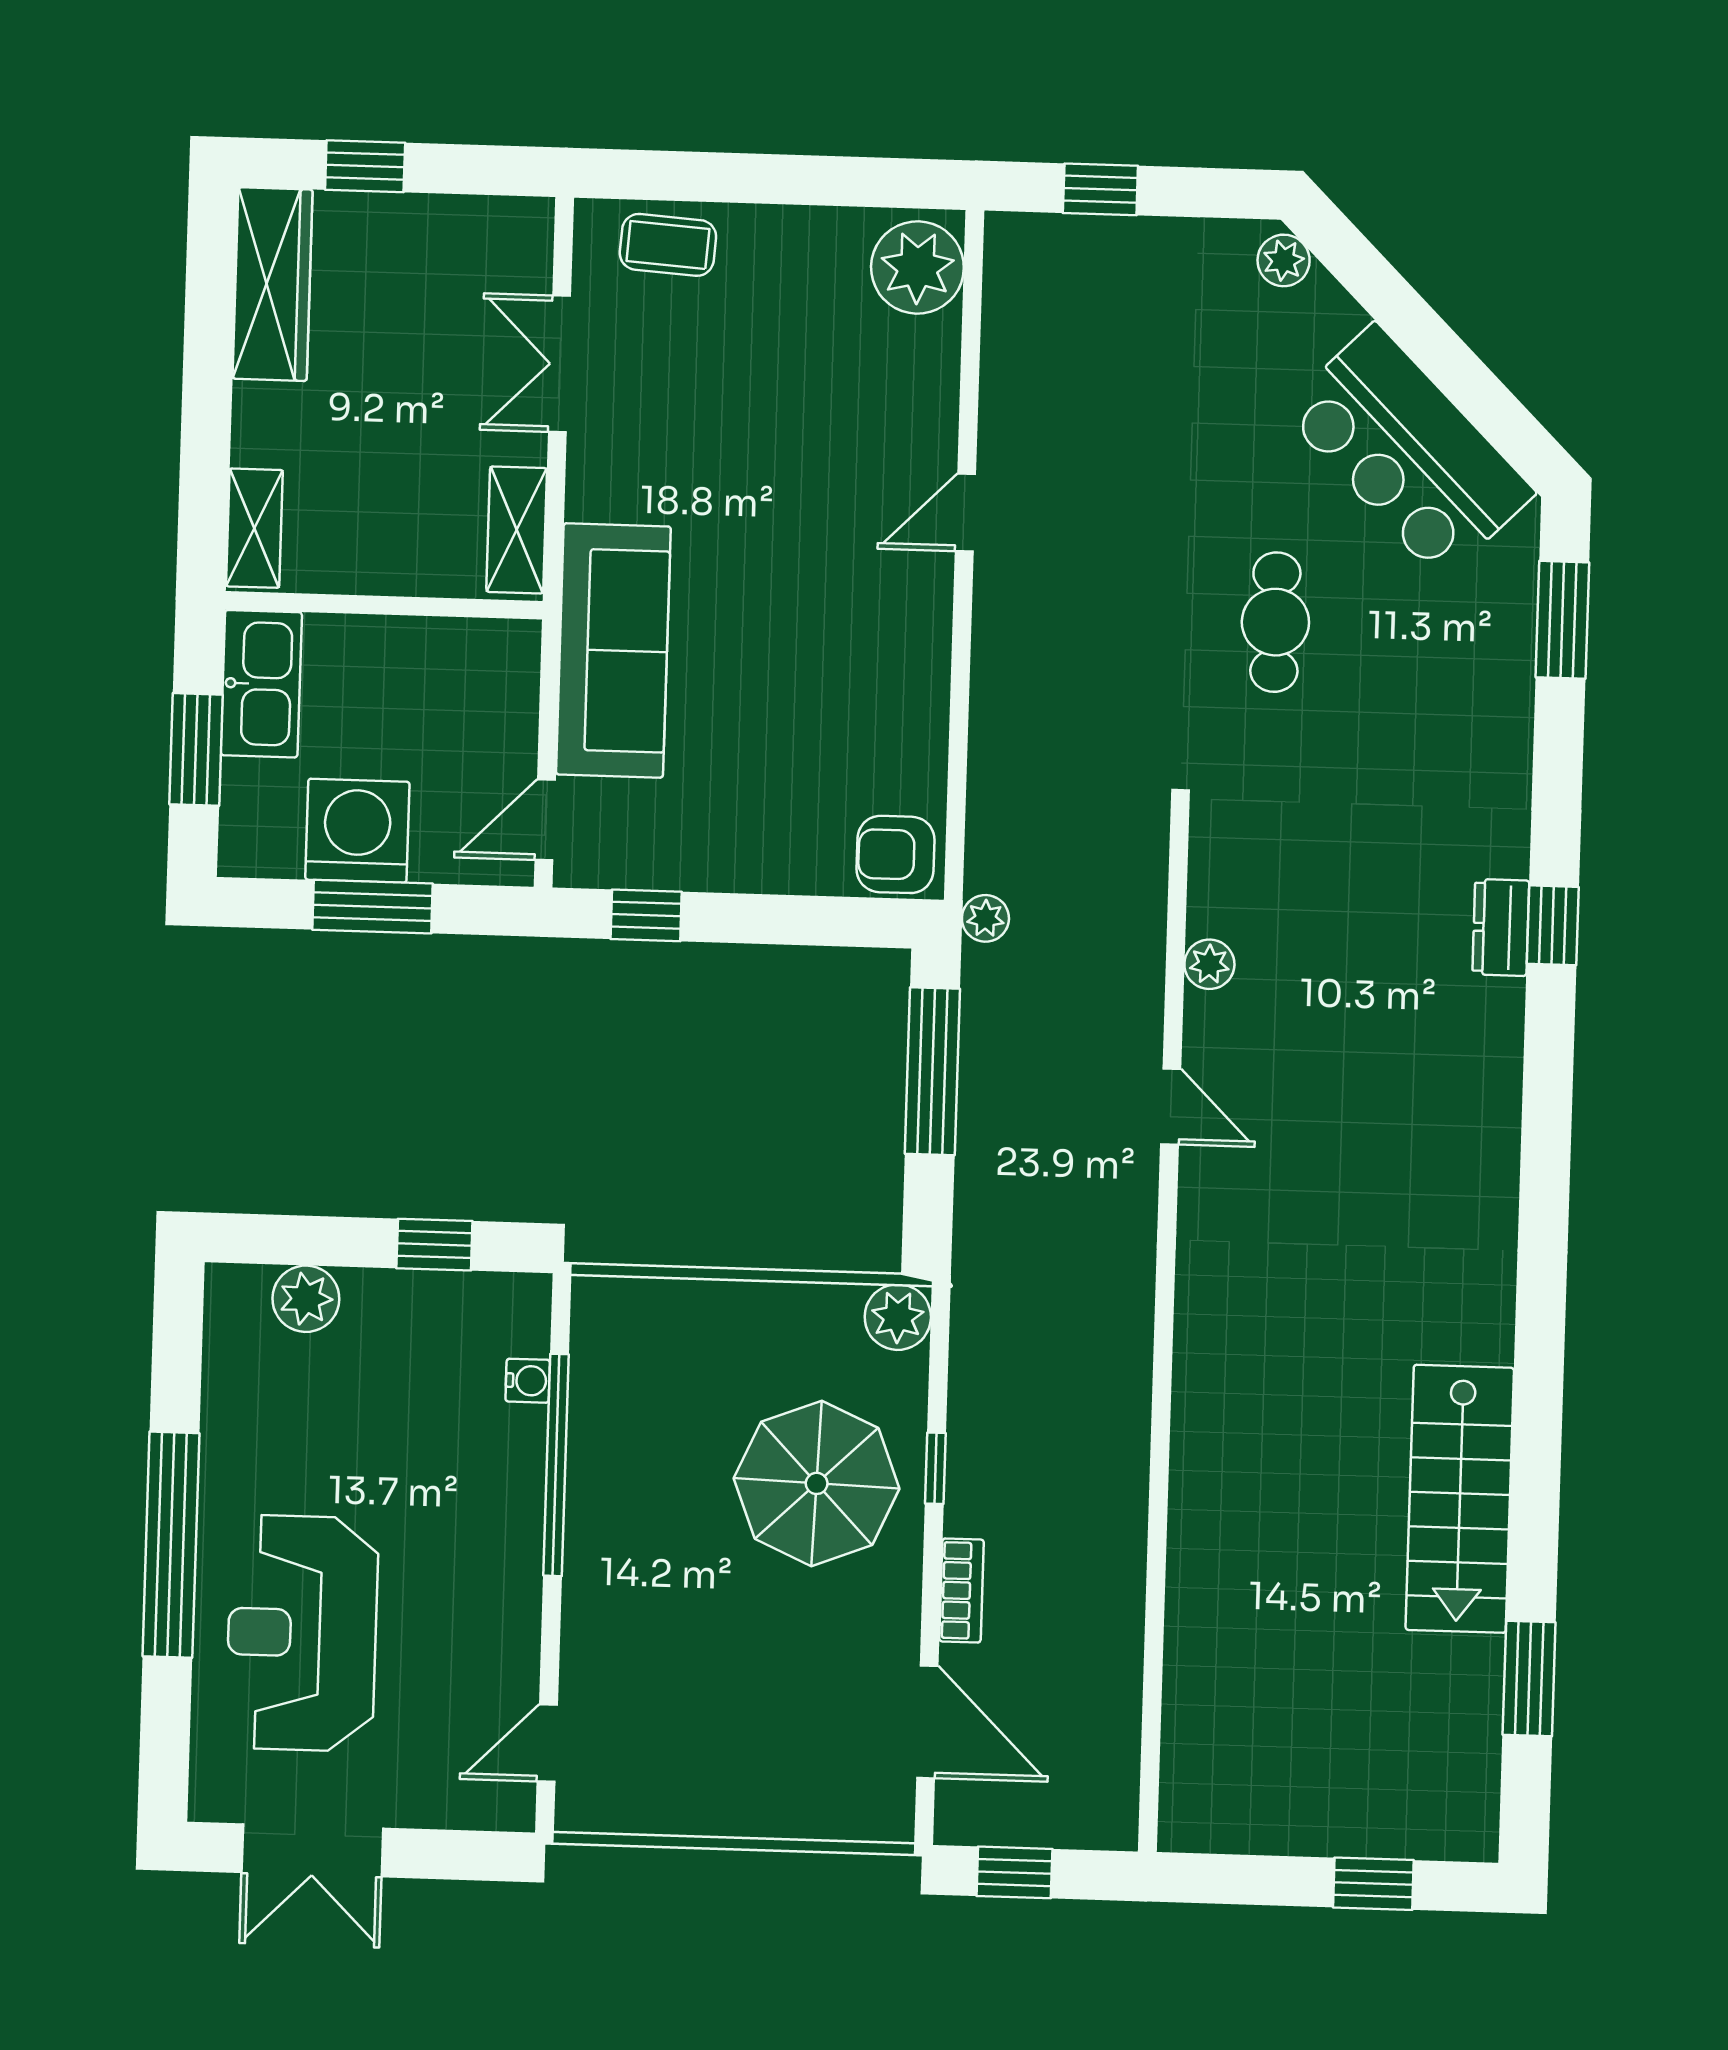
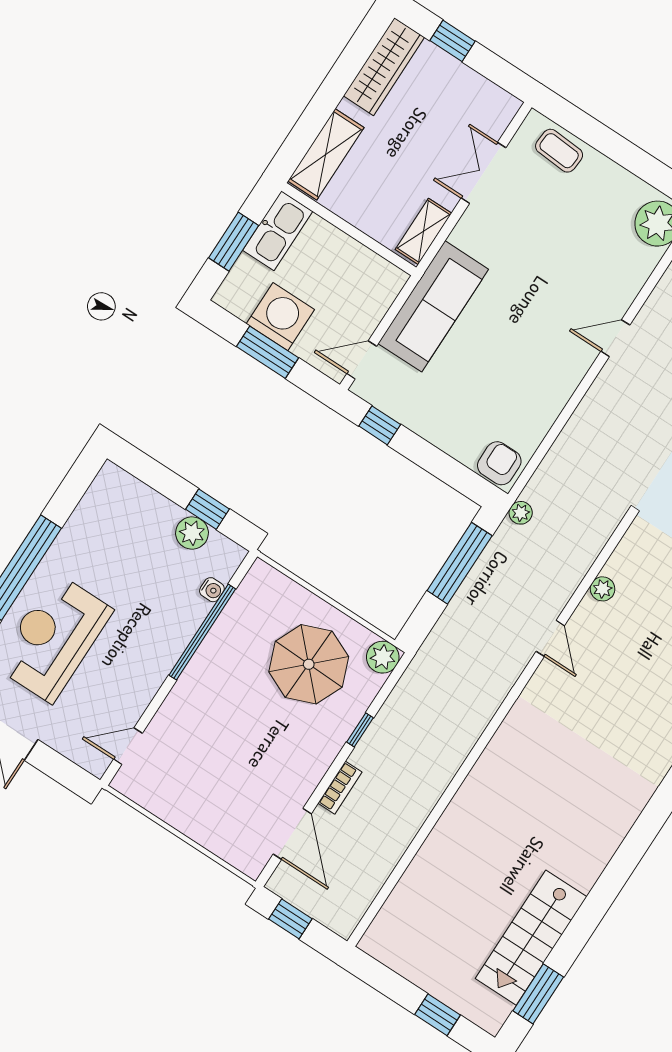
shelving: (254, 528) -> (326, 154), width x1.50, depth x1.33
armchair: (895, 854) -> (499, 463), turned 90
plant: (306, 1299) -> (192, 533), moved
parasol: (817, 1483) -> (309, 664), moved
stairs: (1460, 1499) -> (531, 938), moved
window: (1529, 1679) -> (538, 994), moved

